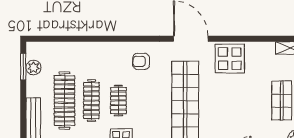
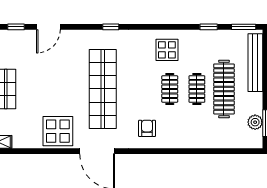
armchair: (141, 61) -> (147, 128), turned -90
clothes rail: (91, 101) -> (197, 89), width x0.73

